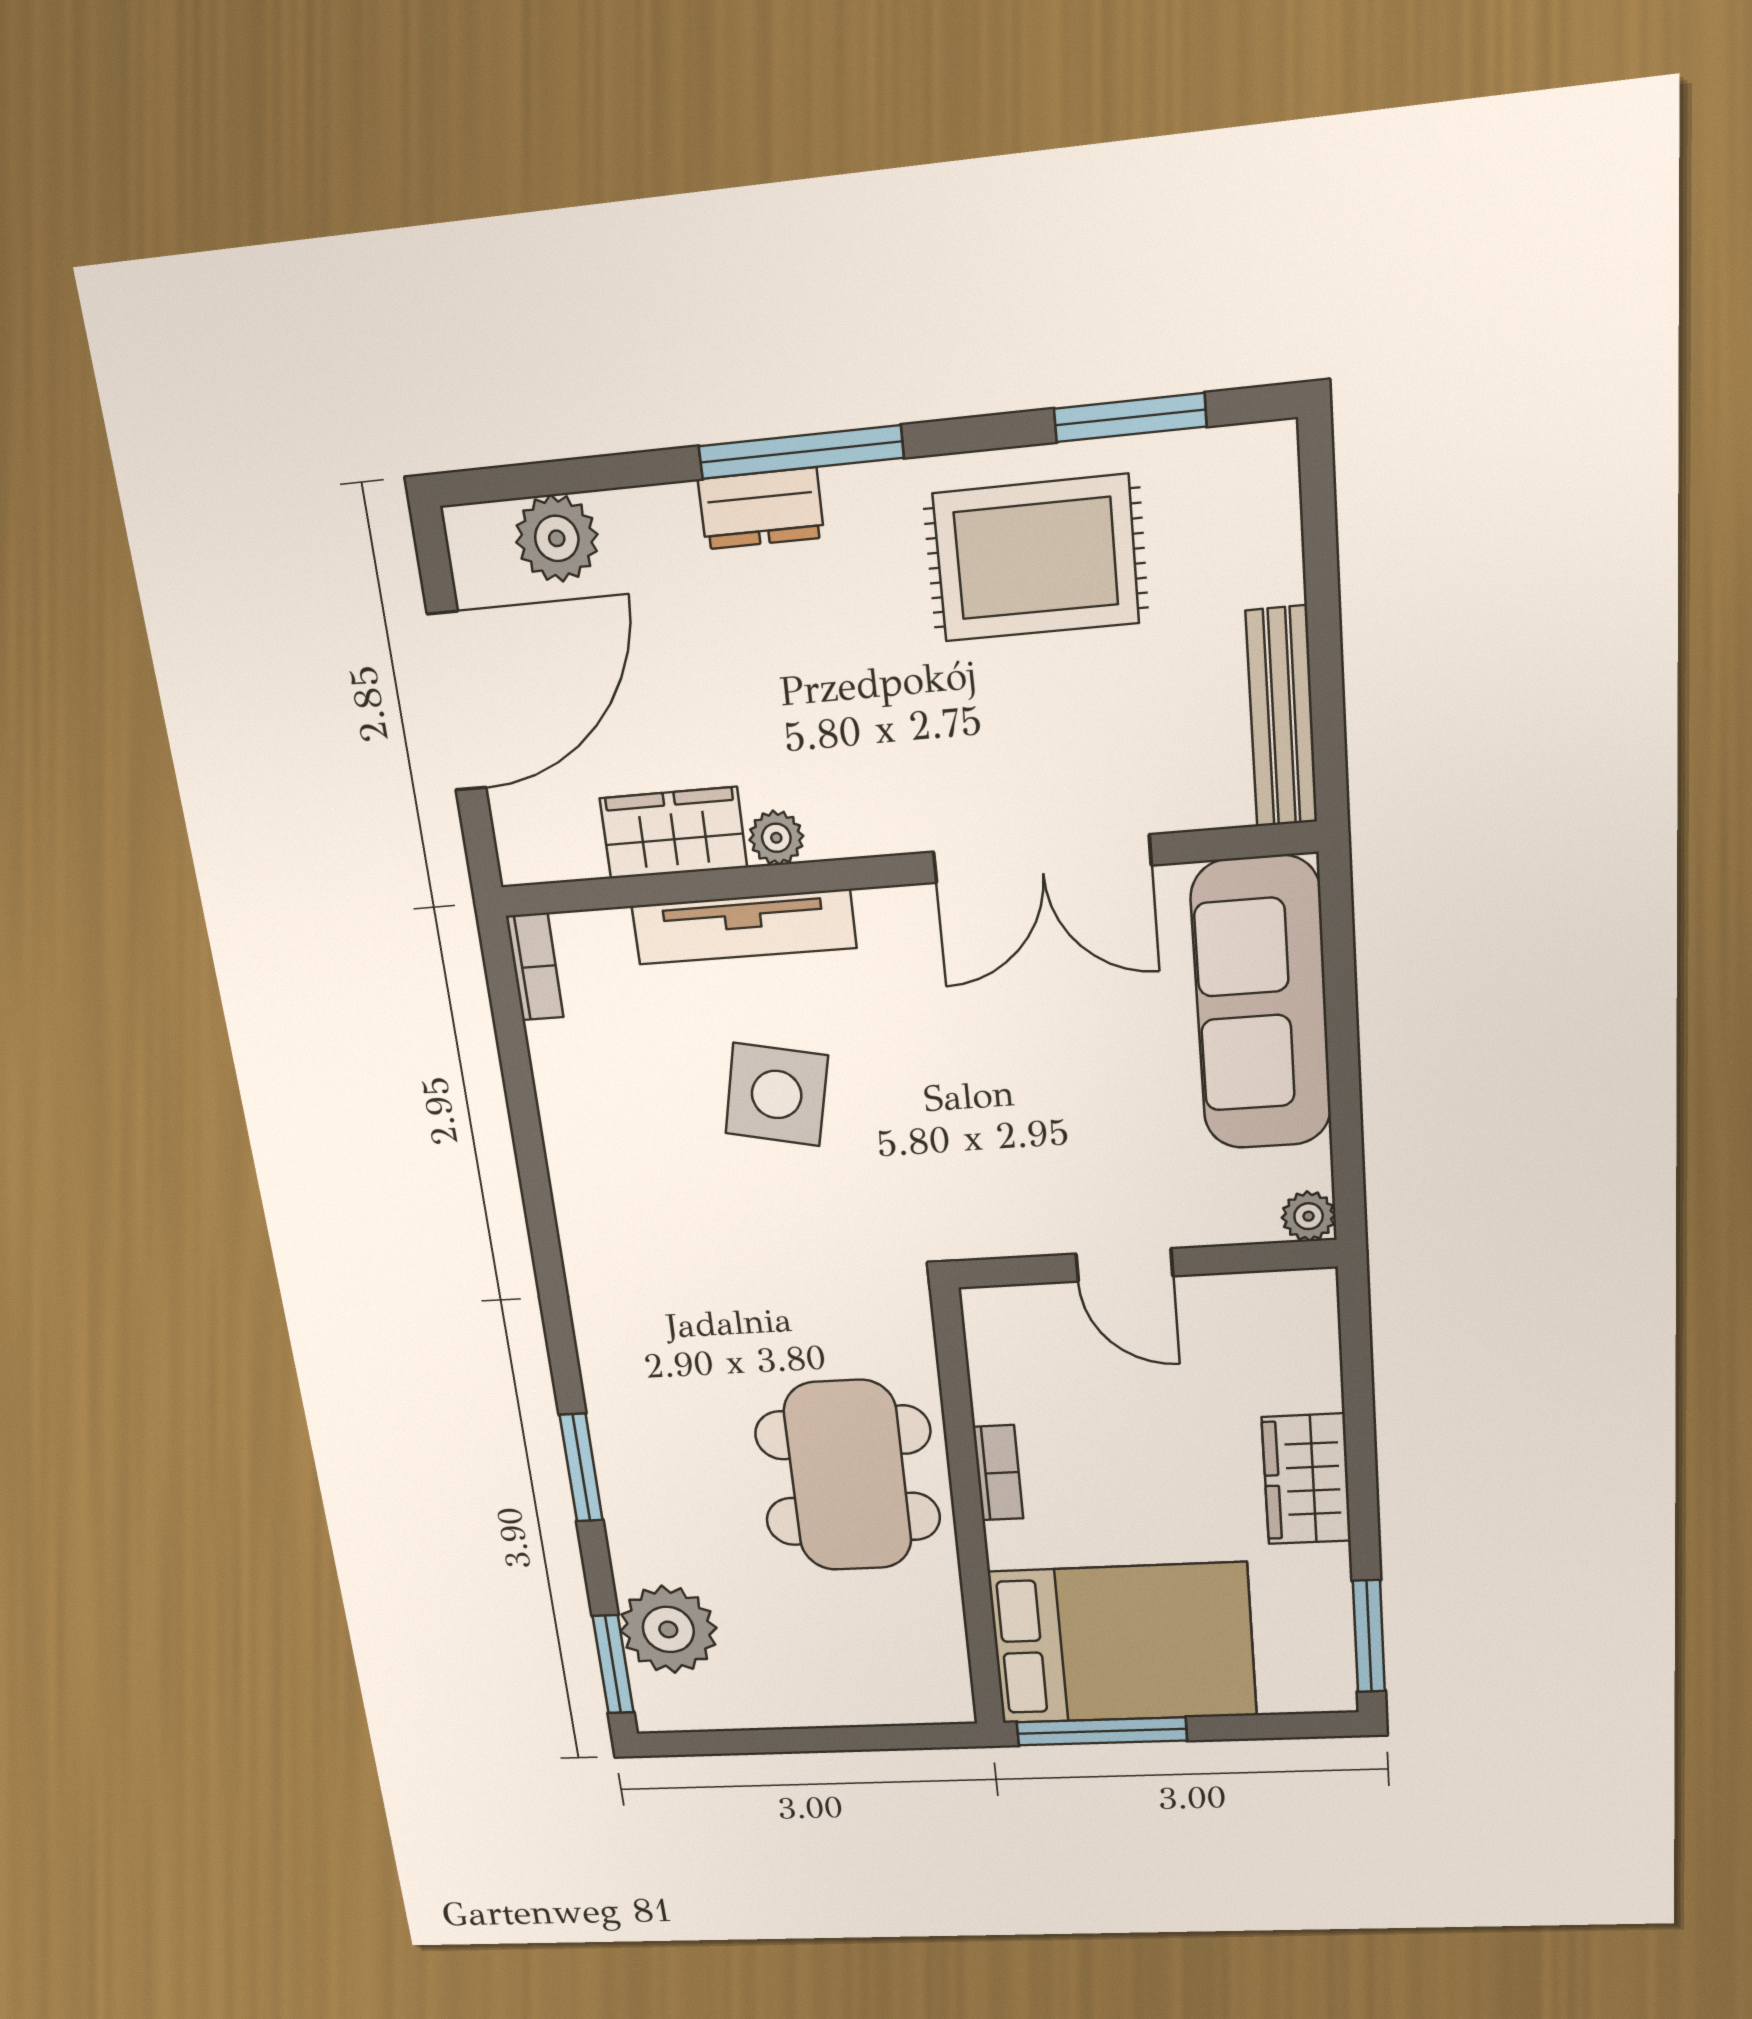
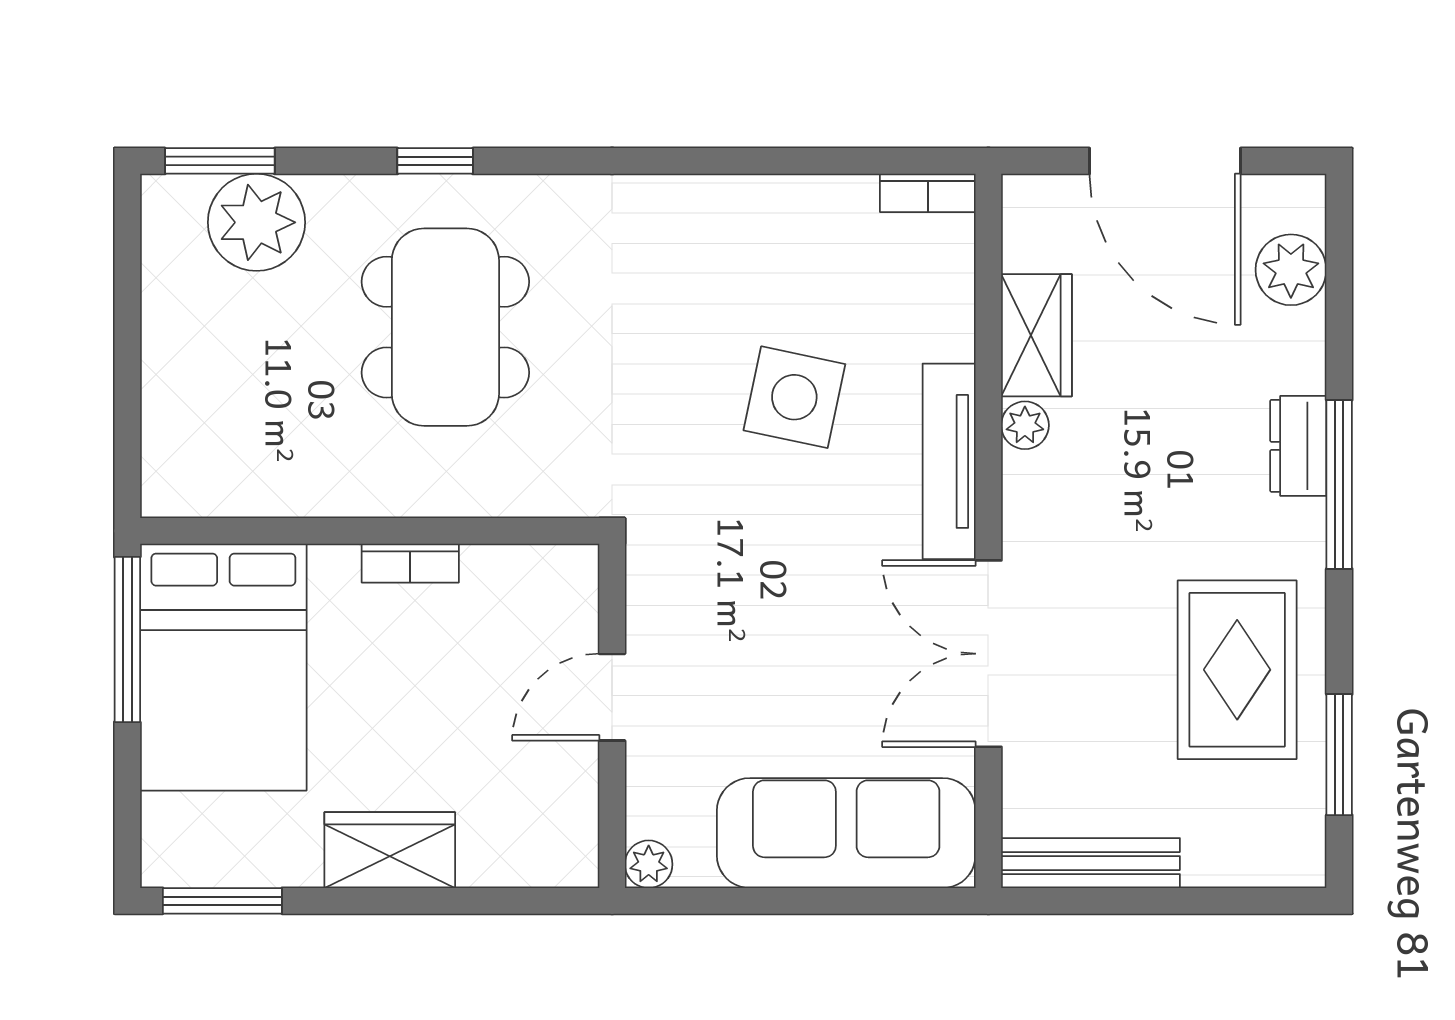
tv unit: (744, 927) -> (949, 461), moved
window: (581, 1468) -> (435, 161), width x0.67
dining table: (848, 1476) -> (445, 327), moved, turned 90

